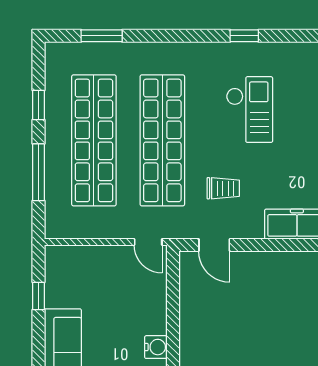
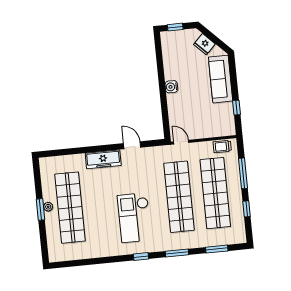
window: (177, 36) -> (177, 253), added
checkout: (250, 110) -> (134, 218), width x1.36, depth x1.21
trolley: (223, 188) -> (222, 147), moved
door: (214, 245) -> (132, 145), moved

